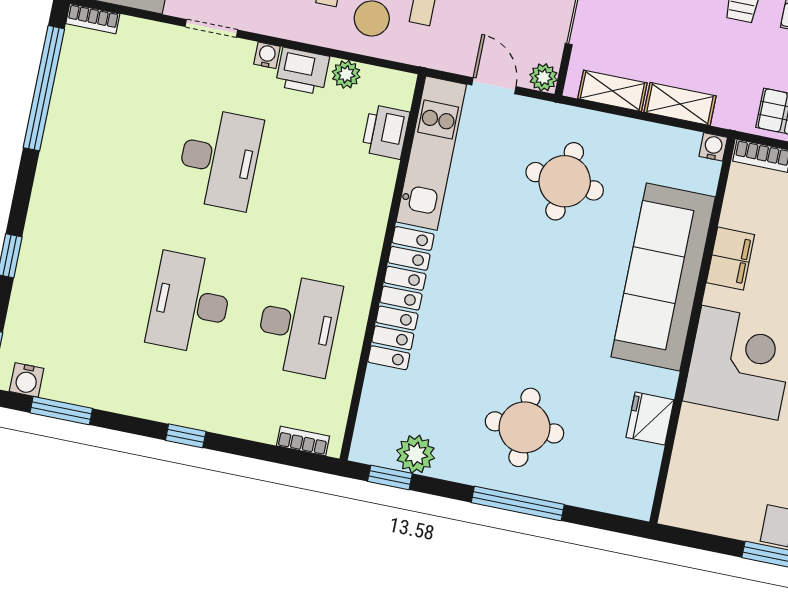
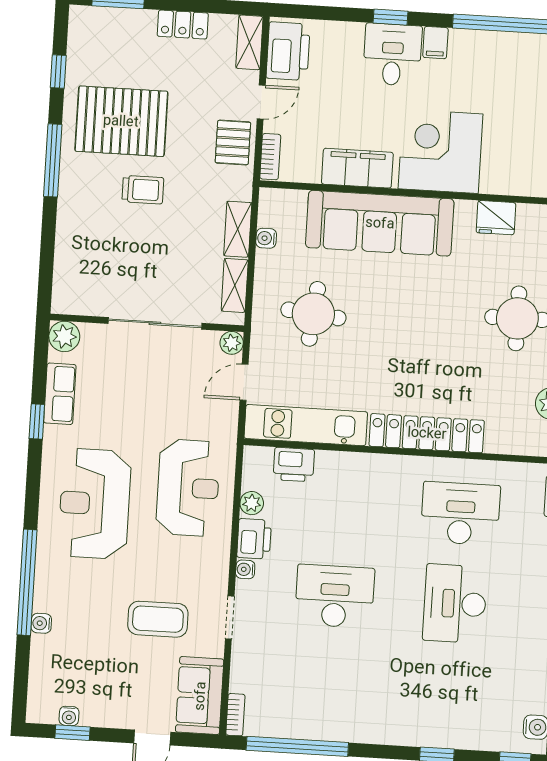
water cooler: (713, 147) -> (266, 238), moved
filing cabinet: (730, 259) -> (357, 168), width x1.50, depth x1.17
desk: (190, 303) -> (455, 604), turned 90

